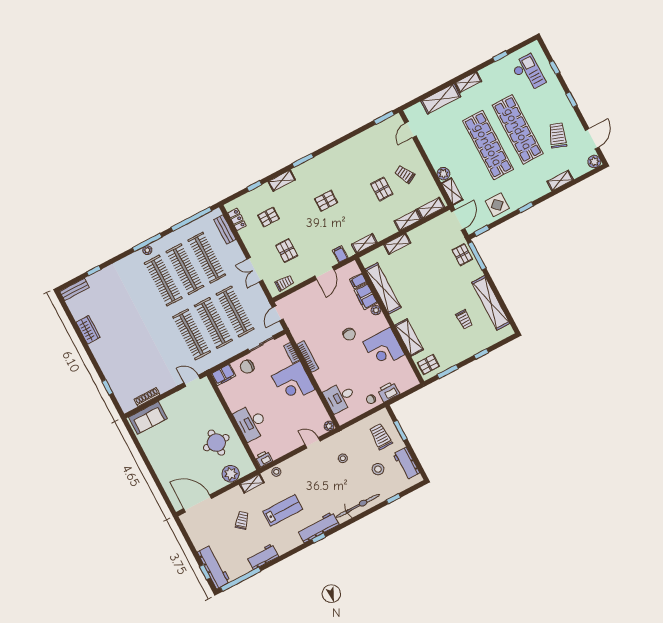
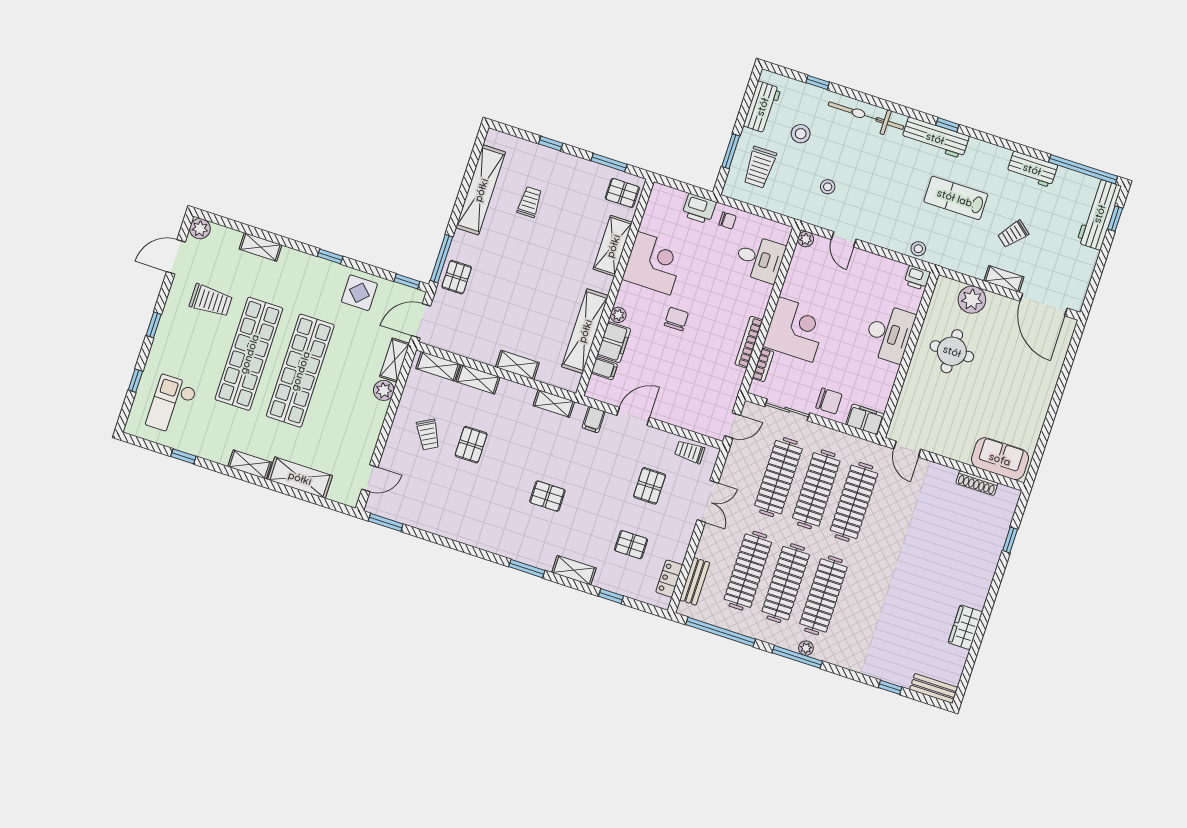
trolley: (558, 135) -> (211, 301), turned -110
shelving: (252, 483) -> (1004, 279), moved

